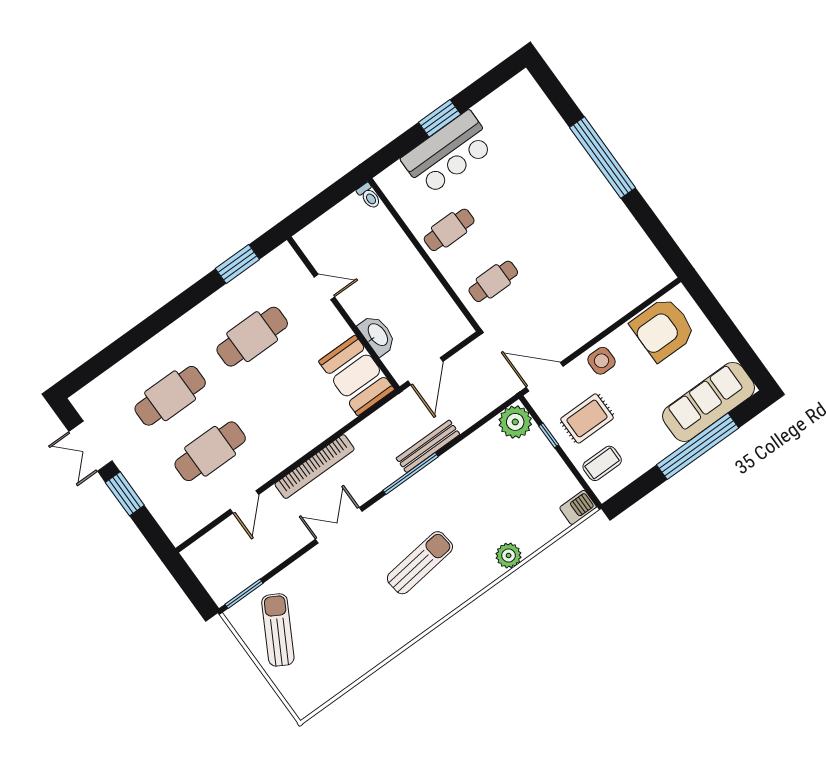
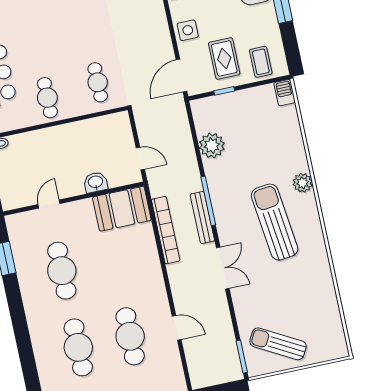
washbasin: (377, 335) -> (96, 182), width x0.72
door: (425, 371) -> (140, 159), width x0.73
plant: (515, 422) -> (212, 146), moved
bench: (428, 446) -> (202, 218), moved
bookcase: (315, 467) -> (166, 230), moved
double door: (339, 525) -> (223, 268), swing flipped
plant: (509, 555) -> (303, 183), moved
sun lounger: (420, 563) -> (275, 222), width x1.36, depth x1.34

